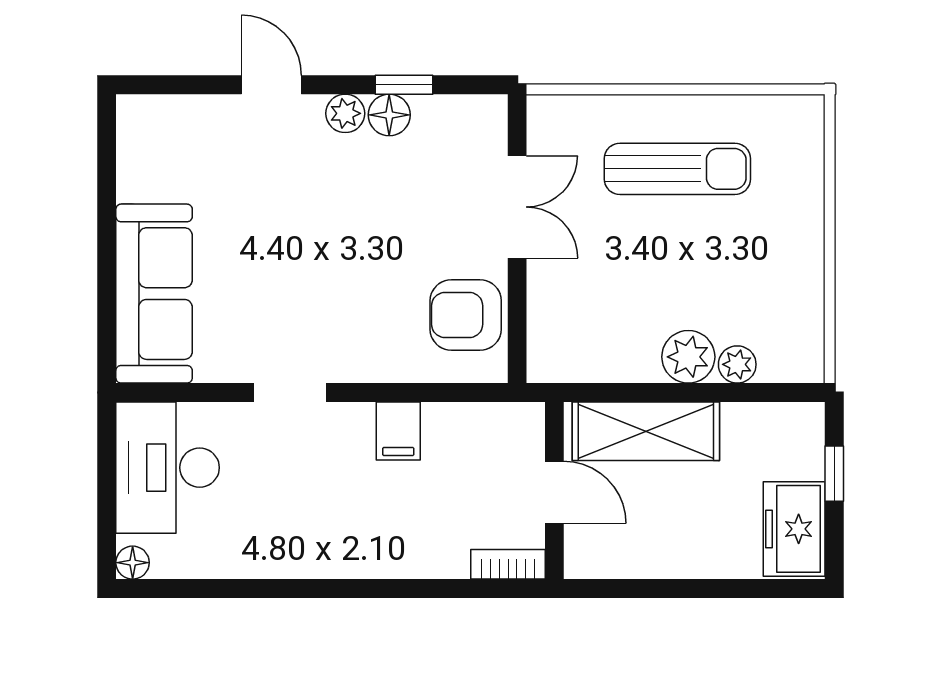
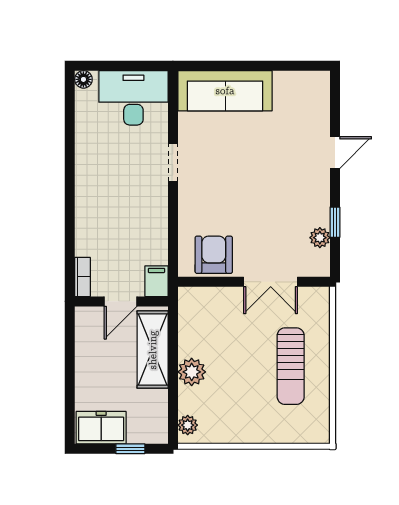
plant: (345, 113) -> (320, 238), moved
floor lamp: (389, 115) -> (319, 214), removed
plant: (737, 364) -> (188, 425), moved
filing cabinet: (398, 431) -> (156, 281), moved, turned 90

